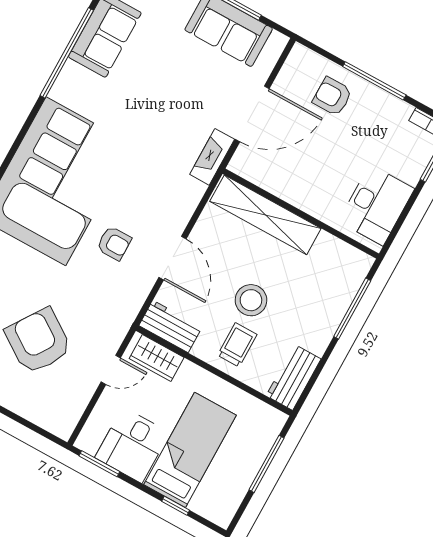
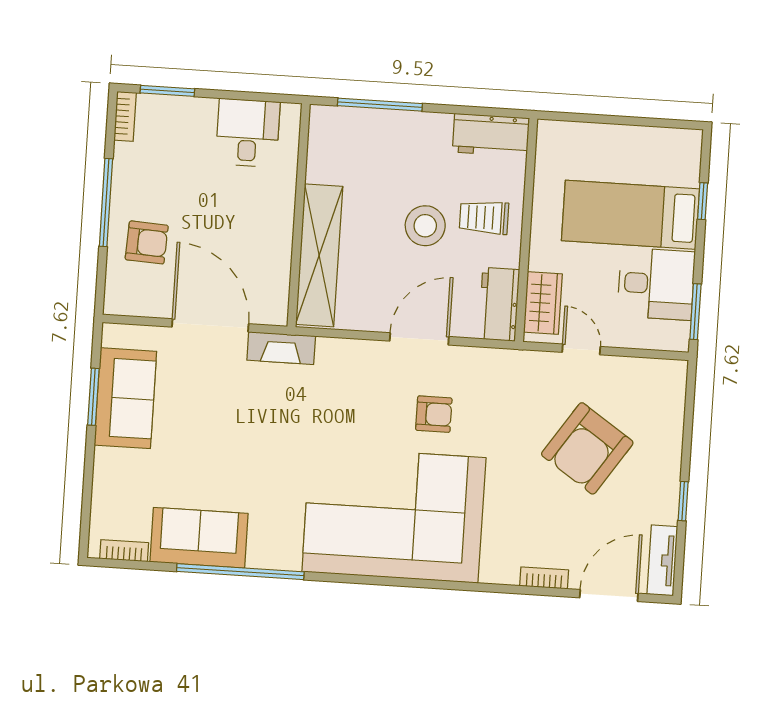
armchair: (332, 96) -> (147, 242), turned -87
desk: (376, 205) -> (248, 133), width x0.73
armchair: (114, 243) -> (434, 414), turned 90
window: (266, 464) -> (605, 119), removed

